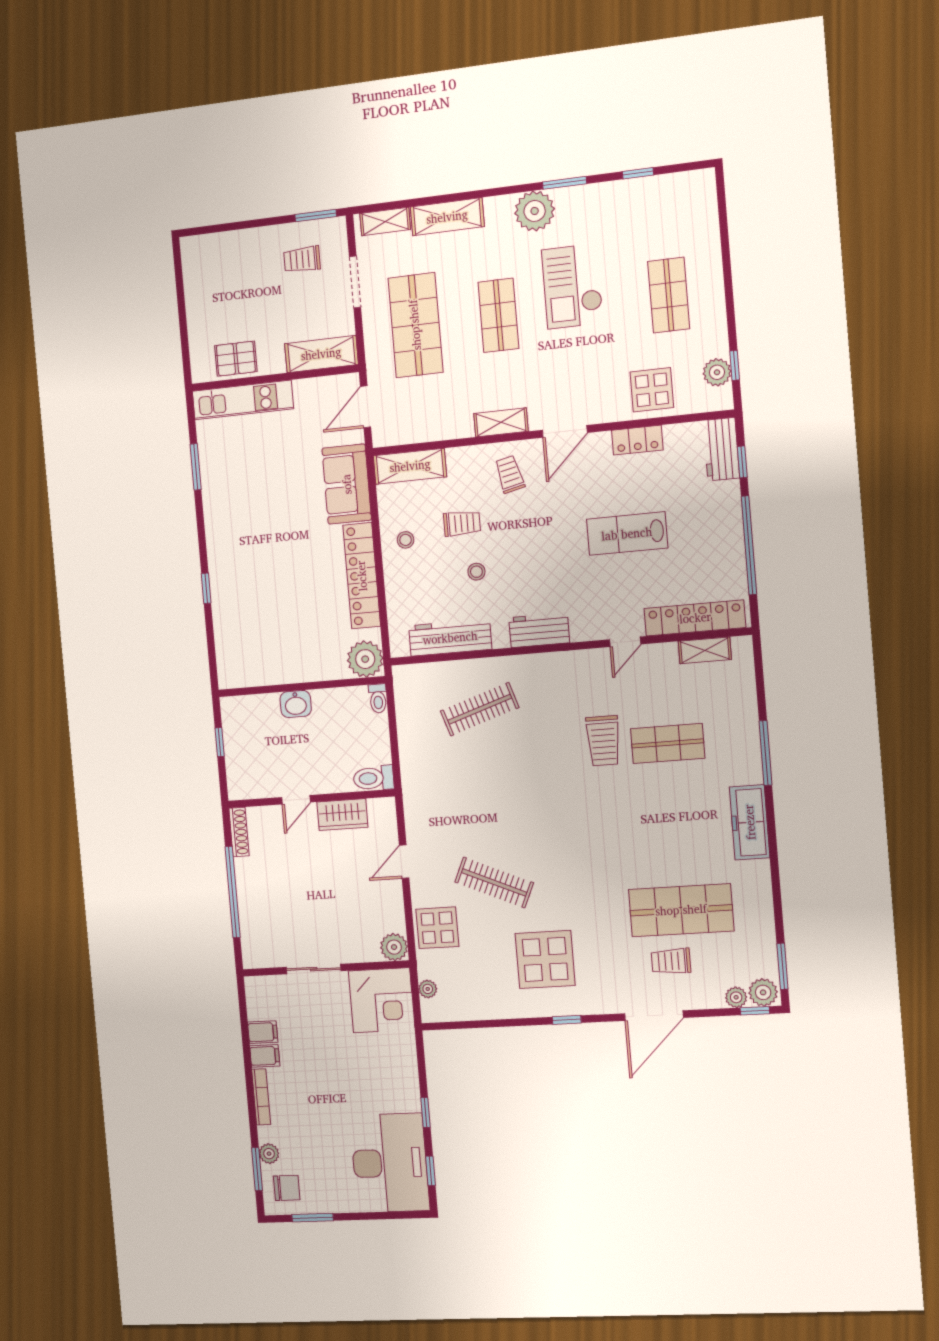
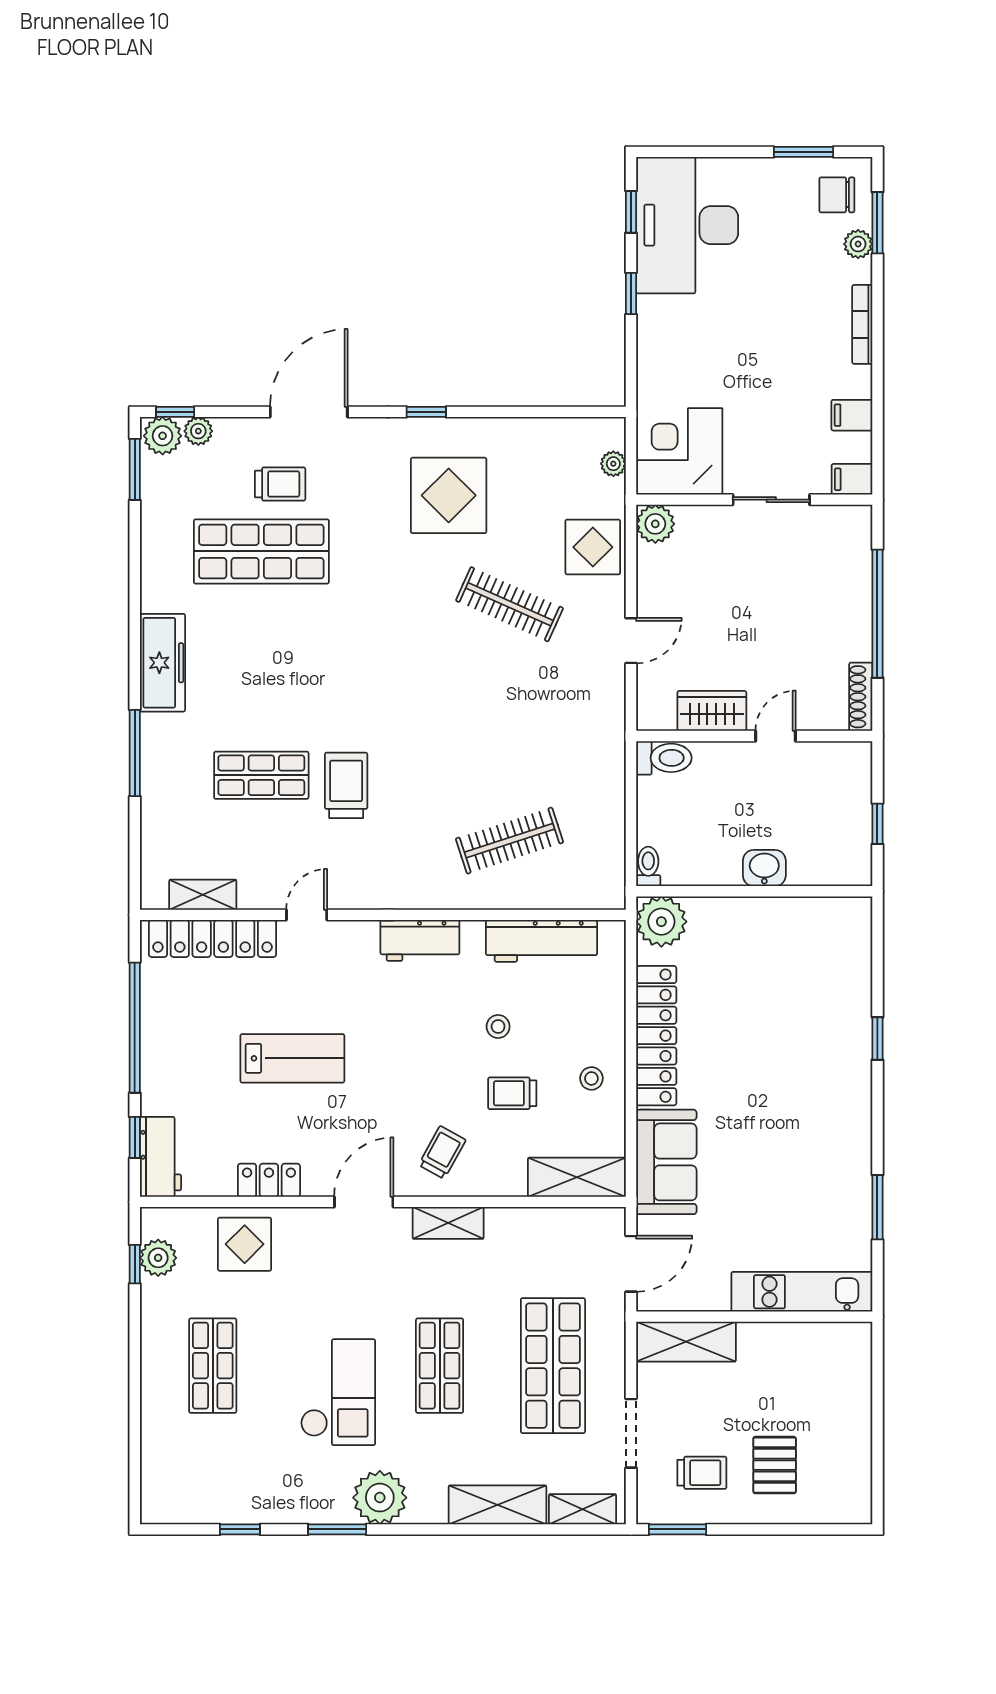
pallet: (236, 359) -> (775, 1465), moved, turned 90
trolley: (510, 474) -> (442, 1152), turned -138
filing cabinet: (265, 1056) -> (852, 479), moved

